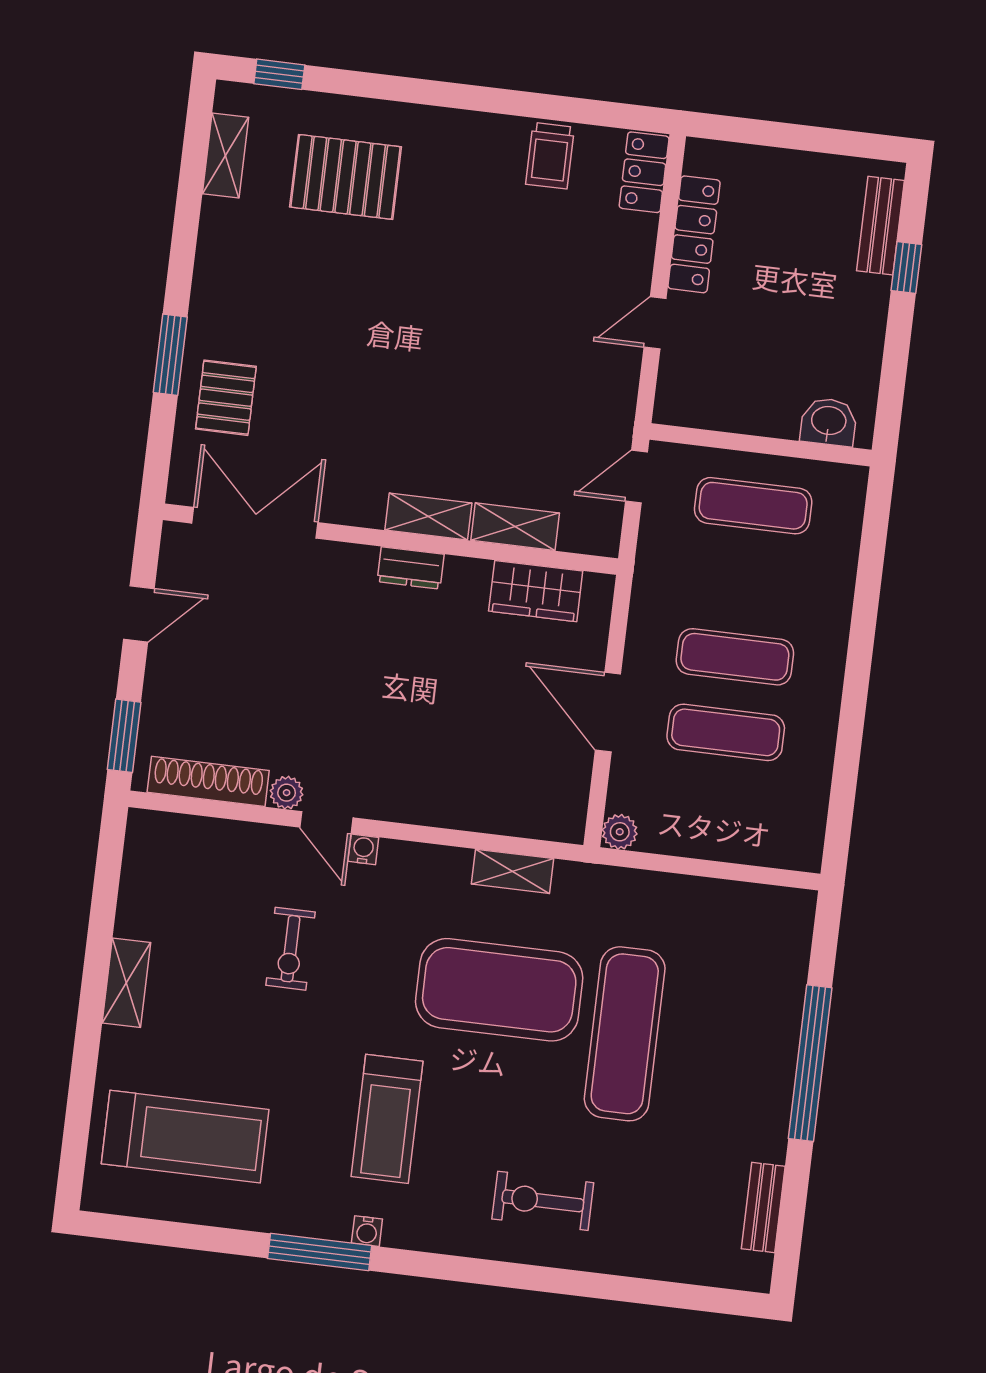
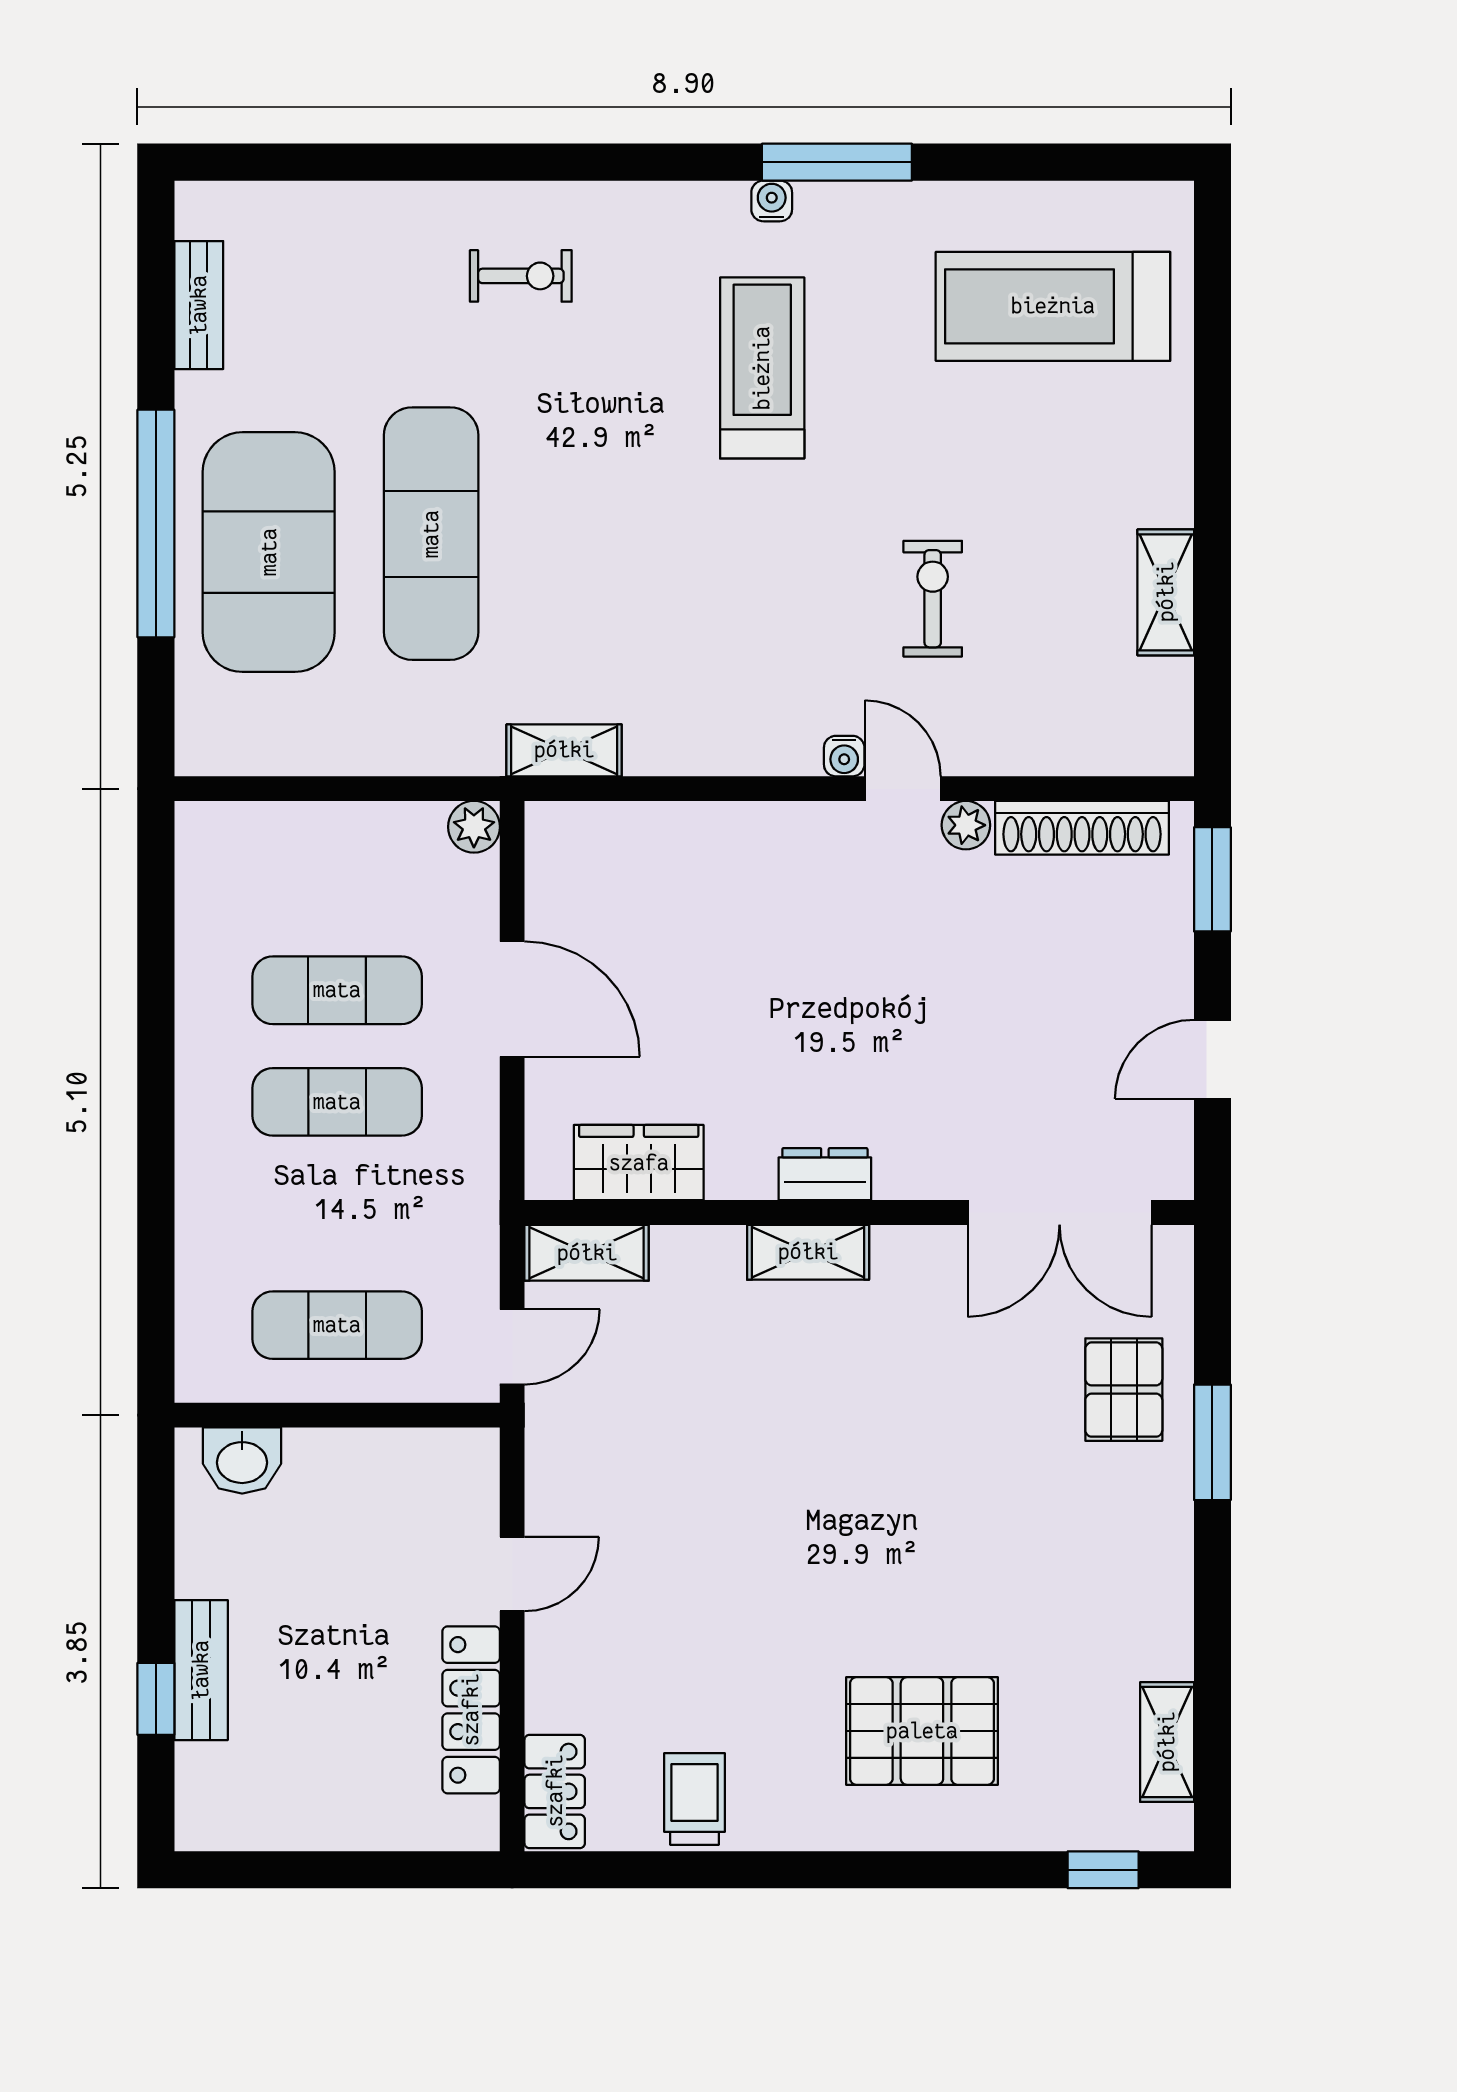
pallet: (346, 177) -> (922, 1731), moved
bench: (880, 226) -> (201, 1670), moved
shelving: (515, 527) -> (587, 1253), moved
shelving: (512, 871) -> (564, 750), moved
shelving: (126, 983) -> (1166, 592), moved
exercise mat: (499, 990) -> (269, 552), moved, turned 90
exercise bike: (543, 1201) -> (521, 276), width x0.73, depth x0.72

